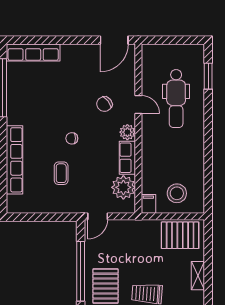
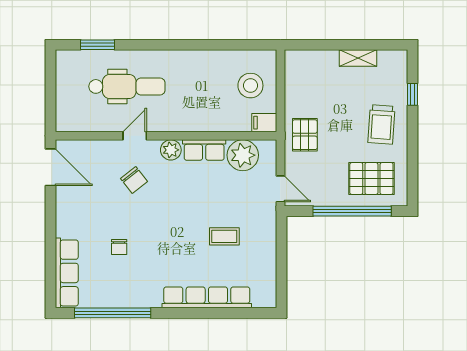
chair: (72, 138) -> (119, 247), moved
pallet: (180, 235) -> (305, 135), moved, width x0.67, depth x0.71

